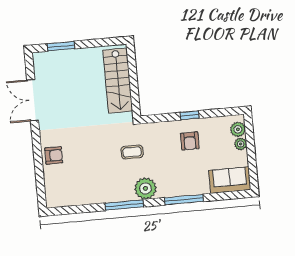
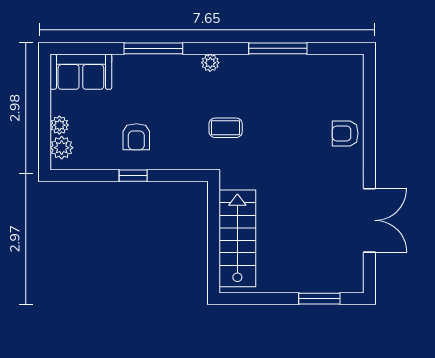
armchair: (190, 141) -> (136, 137), turned 180
plant: (145, 188) -> (210, 63), width x0.53, depth x0.53
window: (124, 205) -> (278, 48), moved

